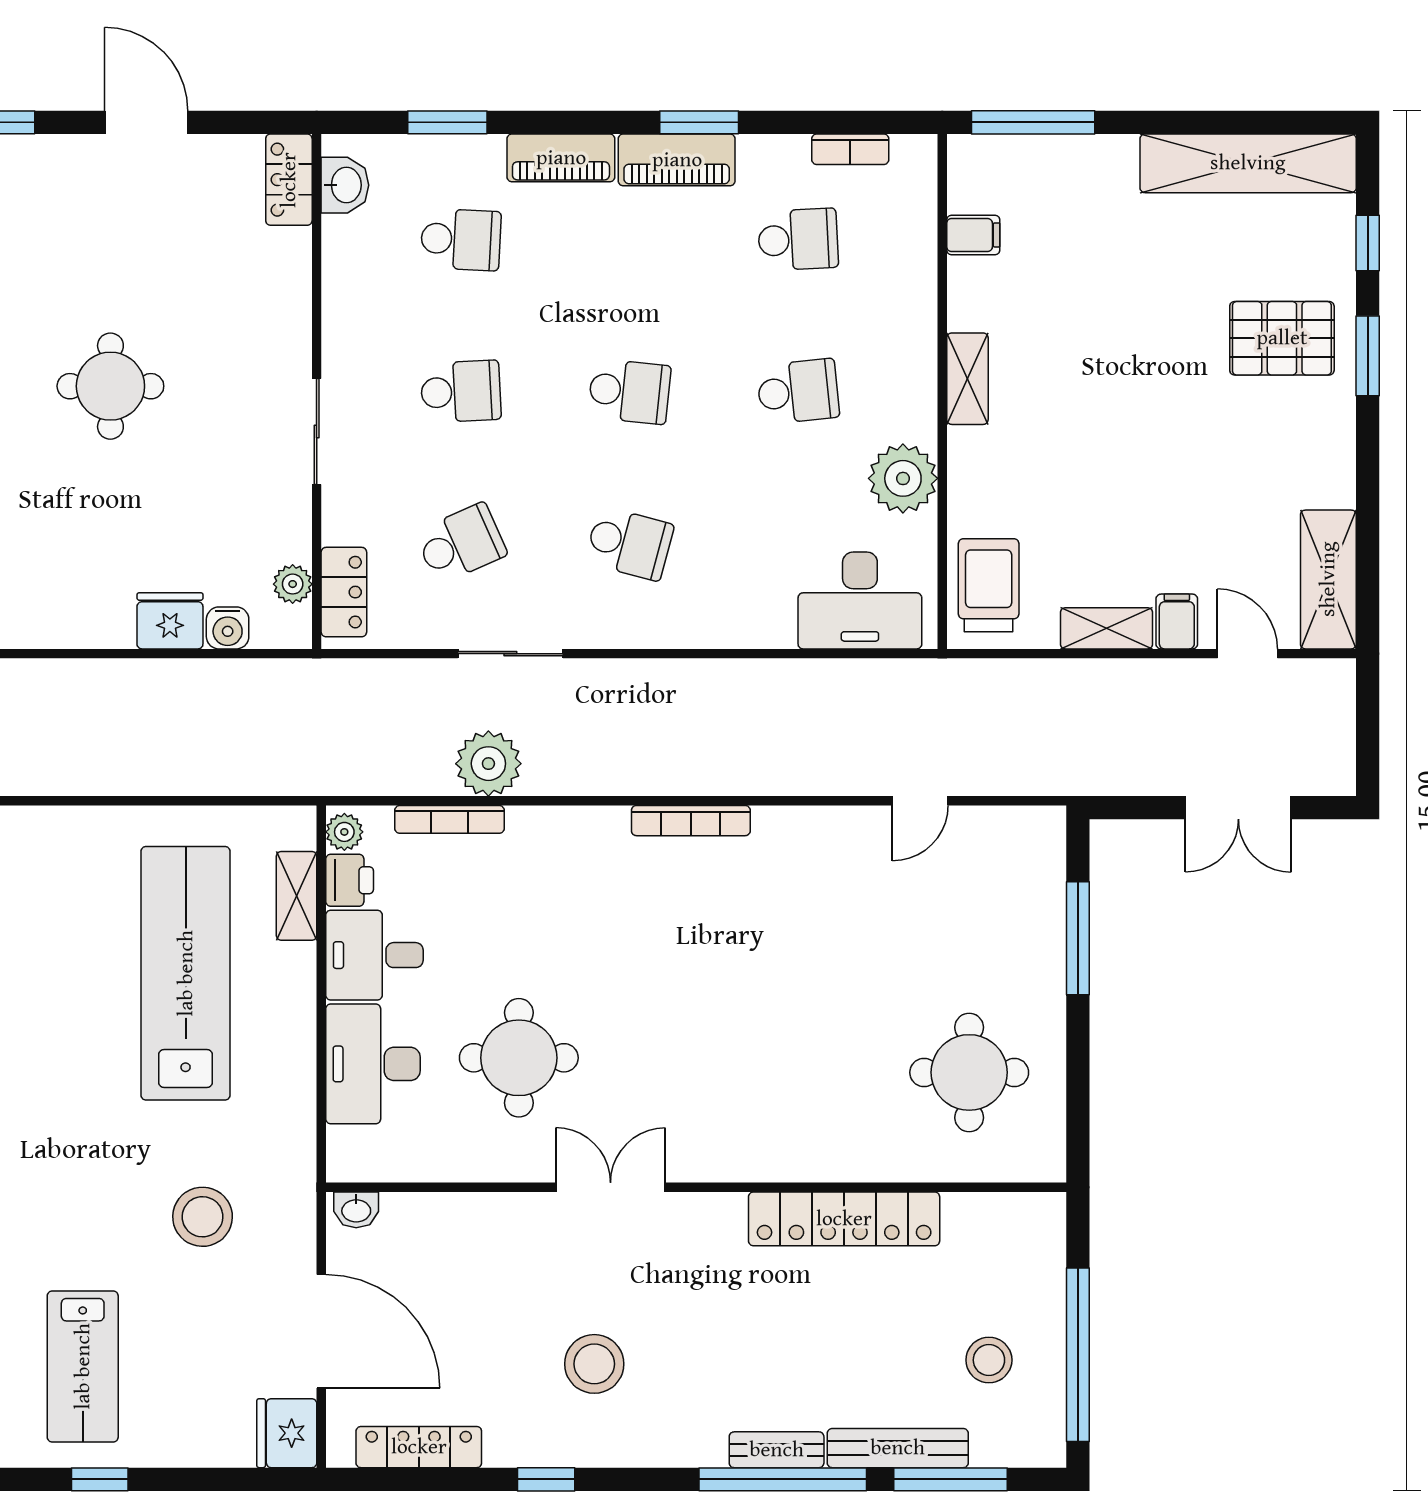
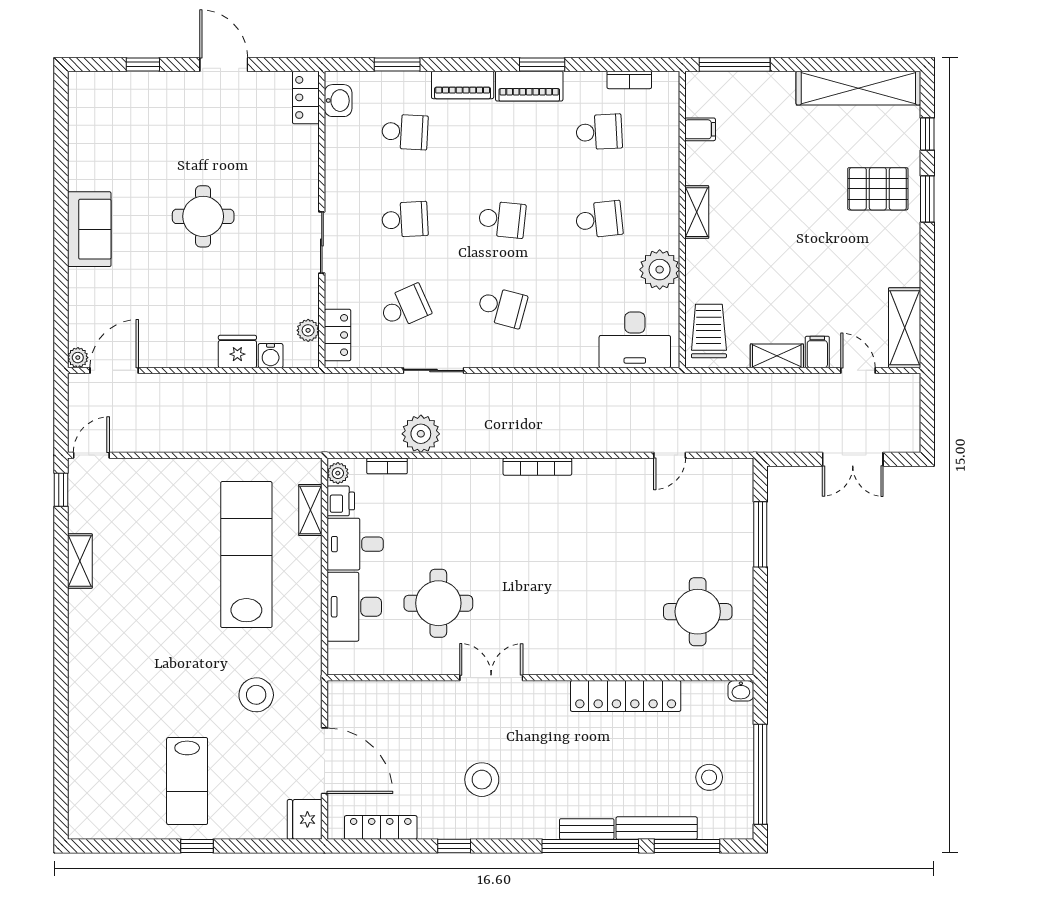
bookcase: (449, 819) -> (387, 466), width x0.64
washbasin: (356, 1210) -> (741, 691), moved

